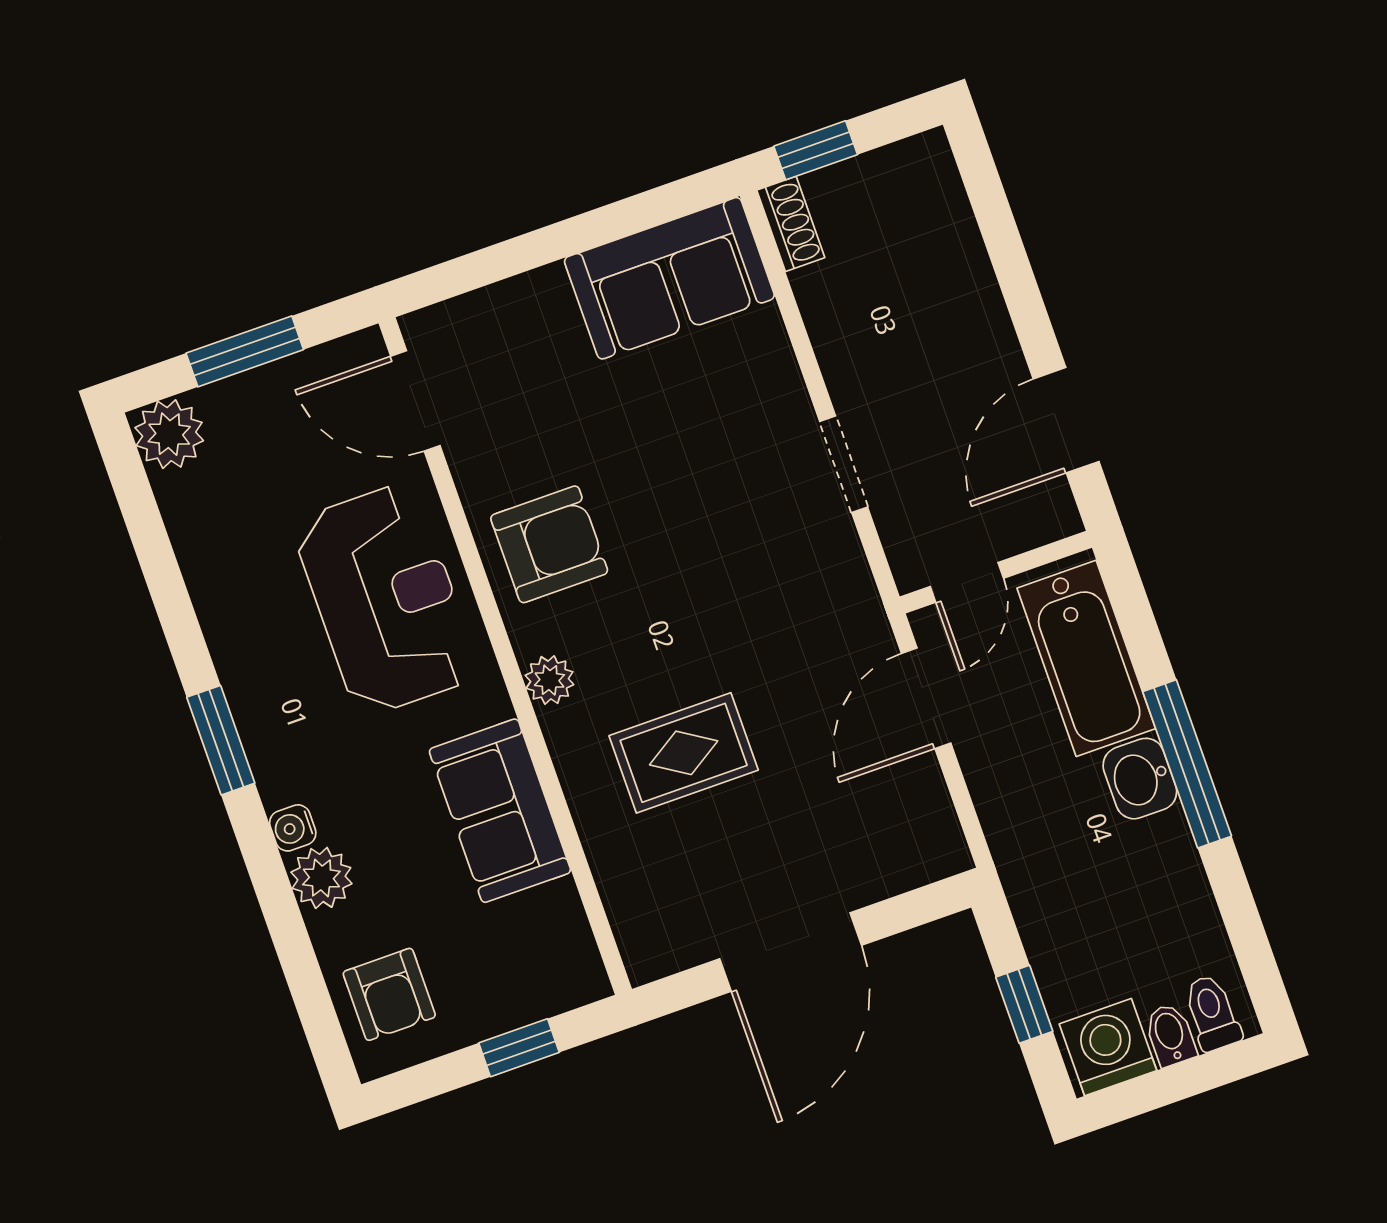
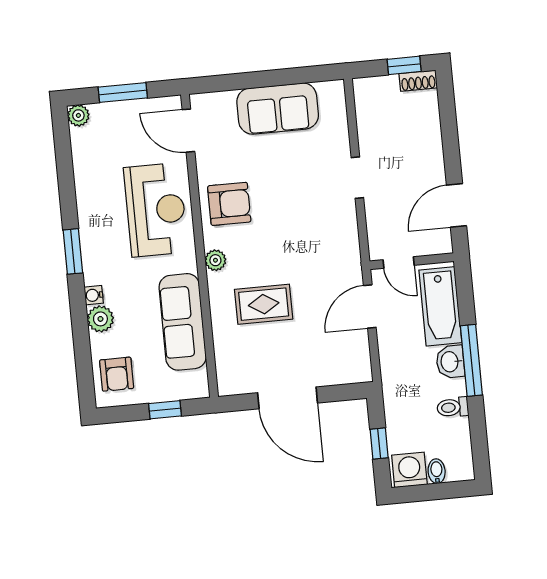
window: (816, 150) -> (404, 65), moved
shoe rack: (791, 224) -> (418, 81), moved, turned 90
sofa: (669, 278) -> (278, 109), moved
plant: (169, 434) -> (78, 115), width x0.73, depth x0.73
doorway: (844, 464) -> (357, 178), moved
door: (967, 582) -> (399, 263), hinge flipped
sofa: (500, 811) -> (183, 322), width x1.36
door: (791, 952) -> (288, 398), hinge flipped
toilet: (1212, 1013) -> (453, 407), moved, turned -90

